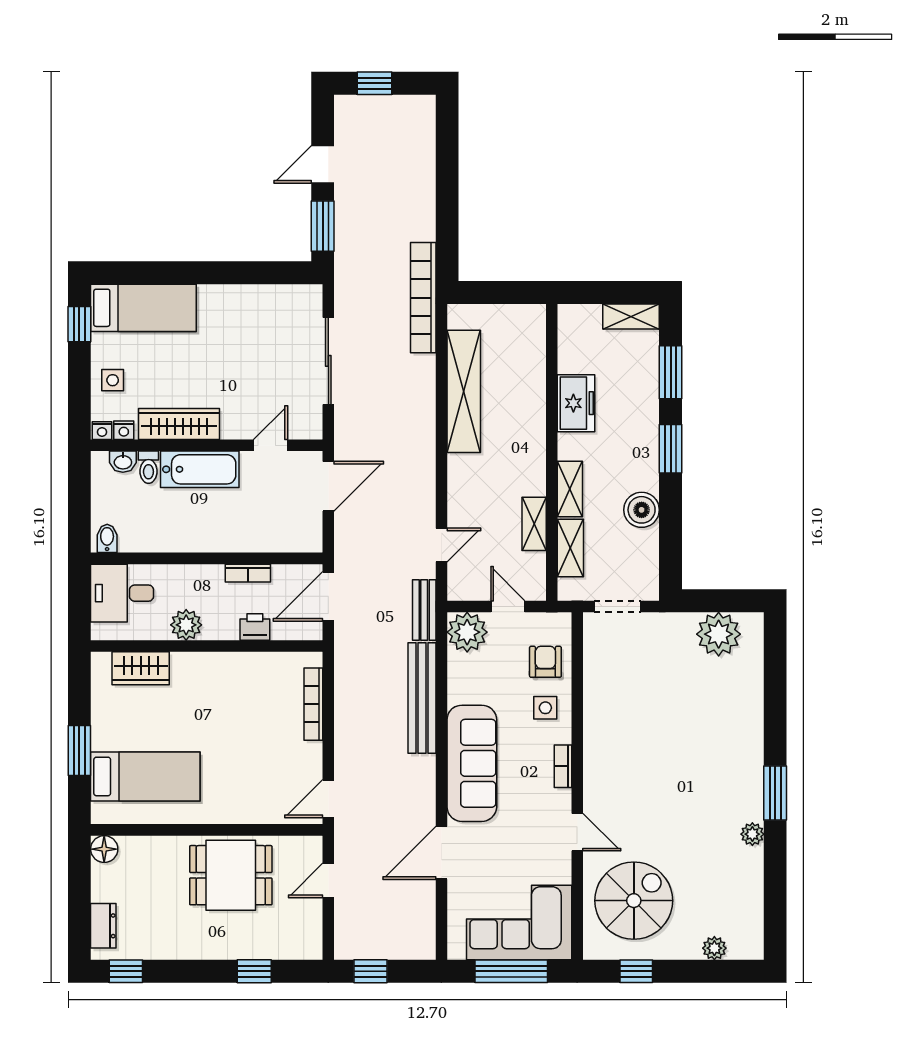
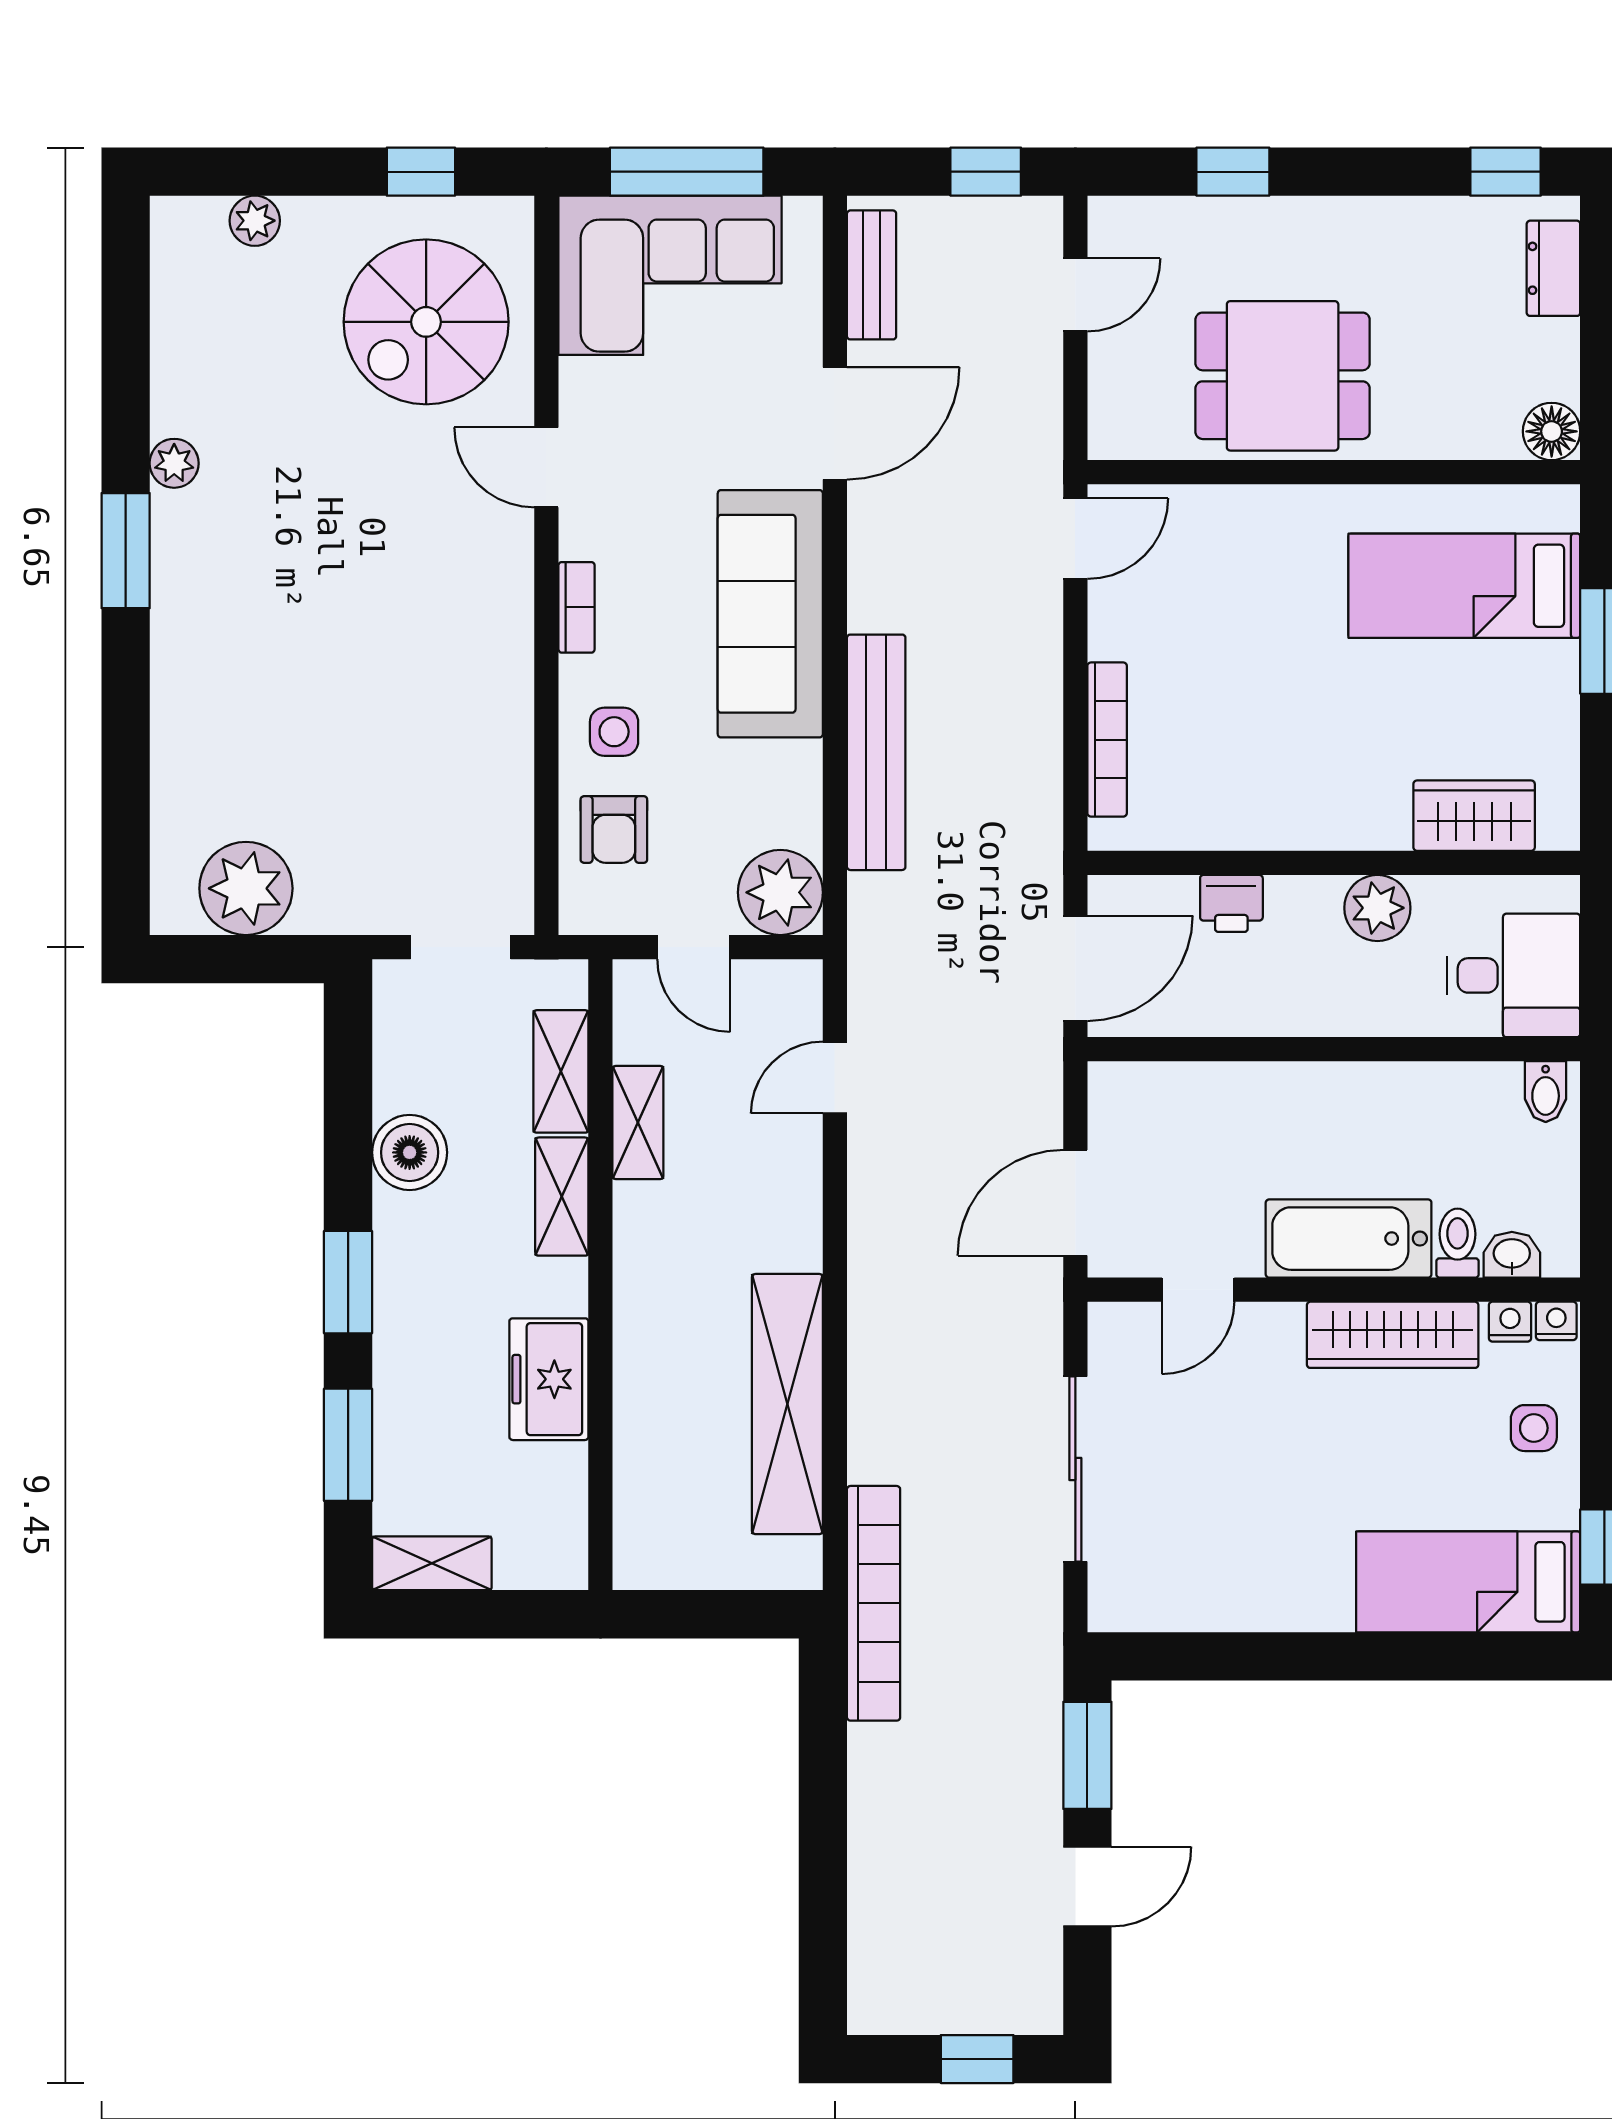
bookcase: (248, 573) -> (1246, 1018), removed
bench: (424, 610) -> (872, 275), moved
door: (328, 880) -> (1075, 295), moved

